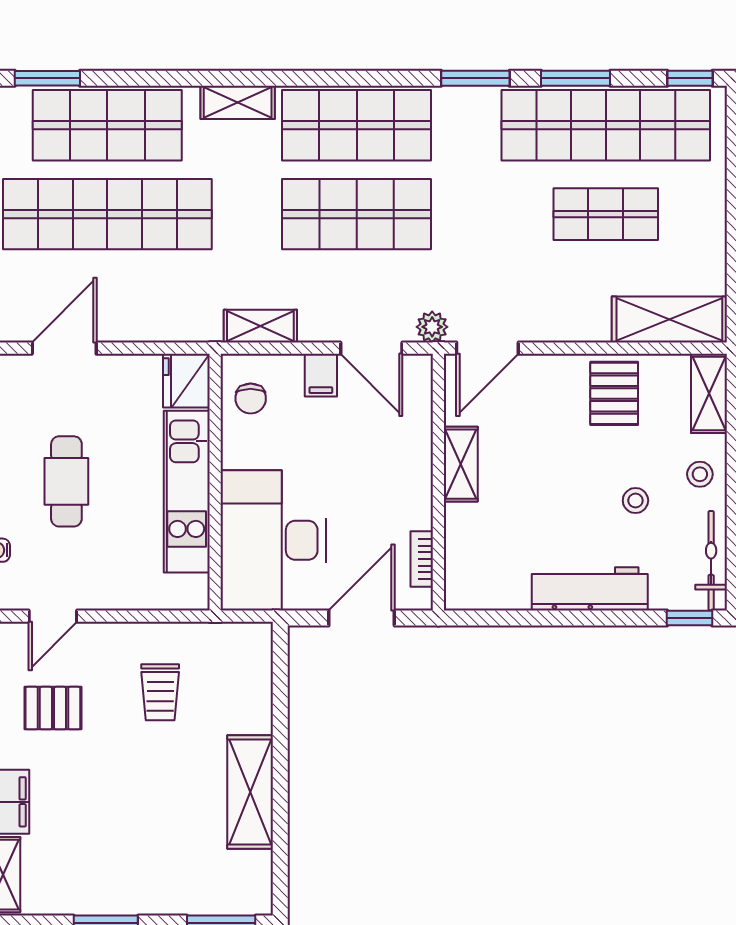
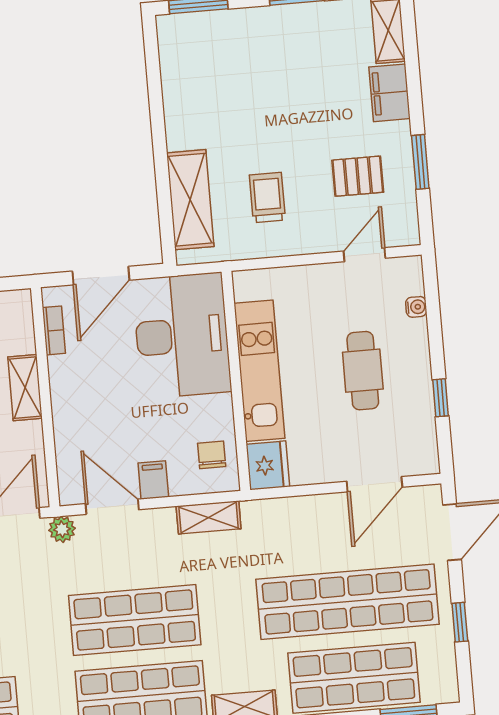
shelving: (461, 464) -> (25, 388), moved
shelving: (250, 792) -> (190, 200), moved

